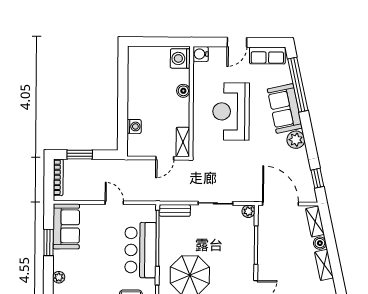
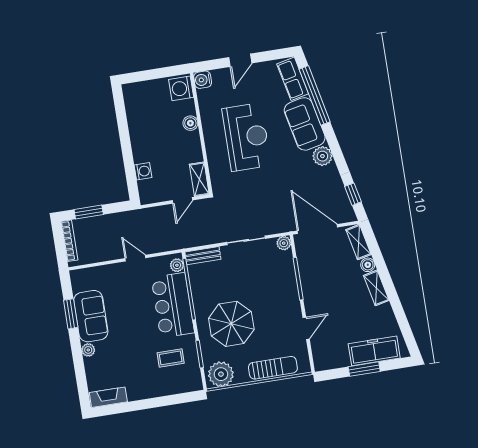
row of seats: (267, 55) -> (293, 79), moved, turned 78
reception desk: (231, 111) -> (246, 137), turned 180
plant: (150, 215) -> (177, 265), added
sofa: (66, 226) -> (91, 316), moved

